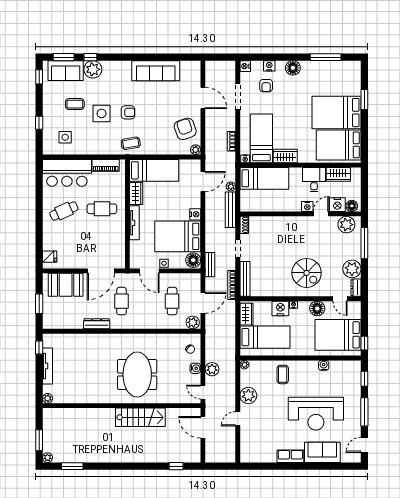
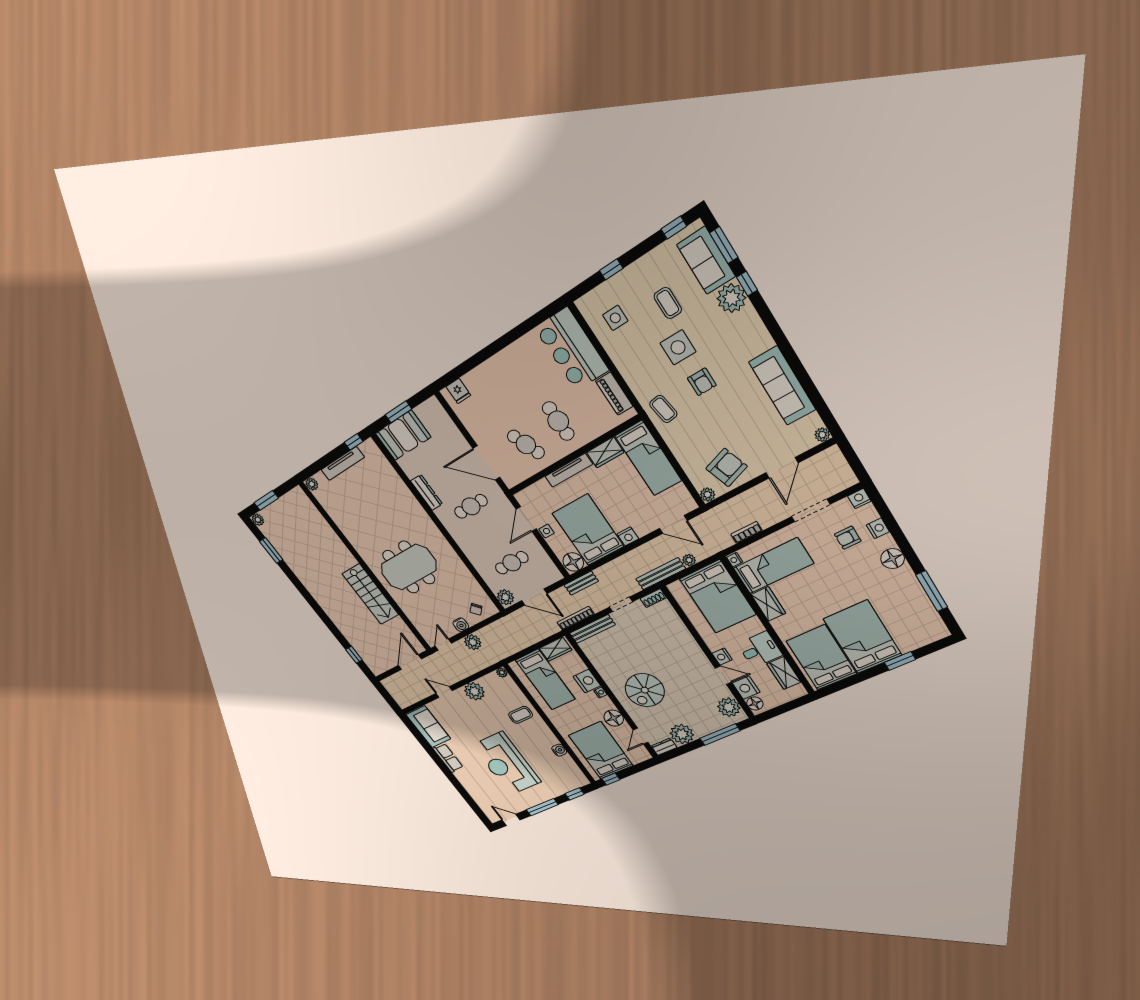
plant: (196, 65) -> (822, 435), added
bed: (264, 178) -> (718, 597), width x1.50
cafe table: (64, 211) -> (526, 444), moved
booth: (66, 285) -> (403, 435), moved, turned 90
sofa: (322, 452) -> (428, 727), moved

